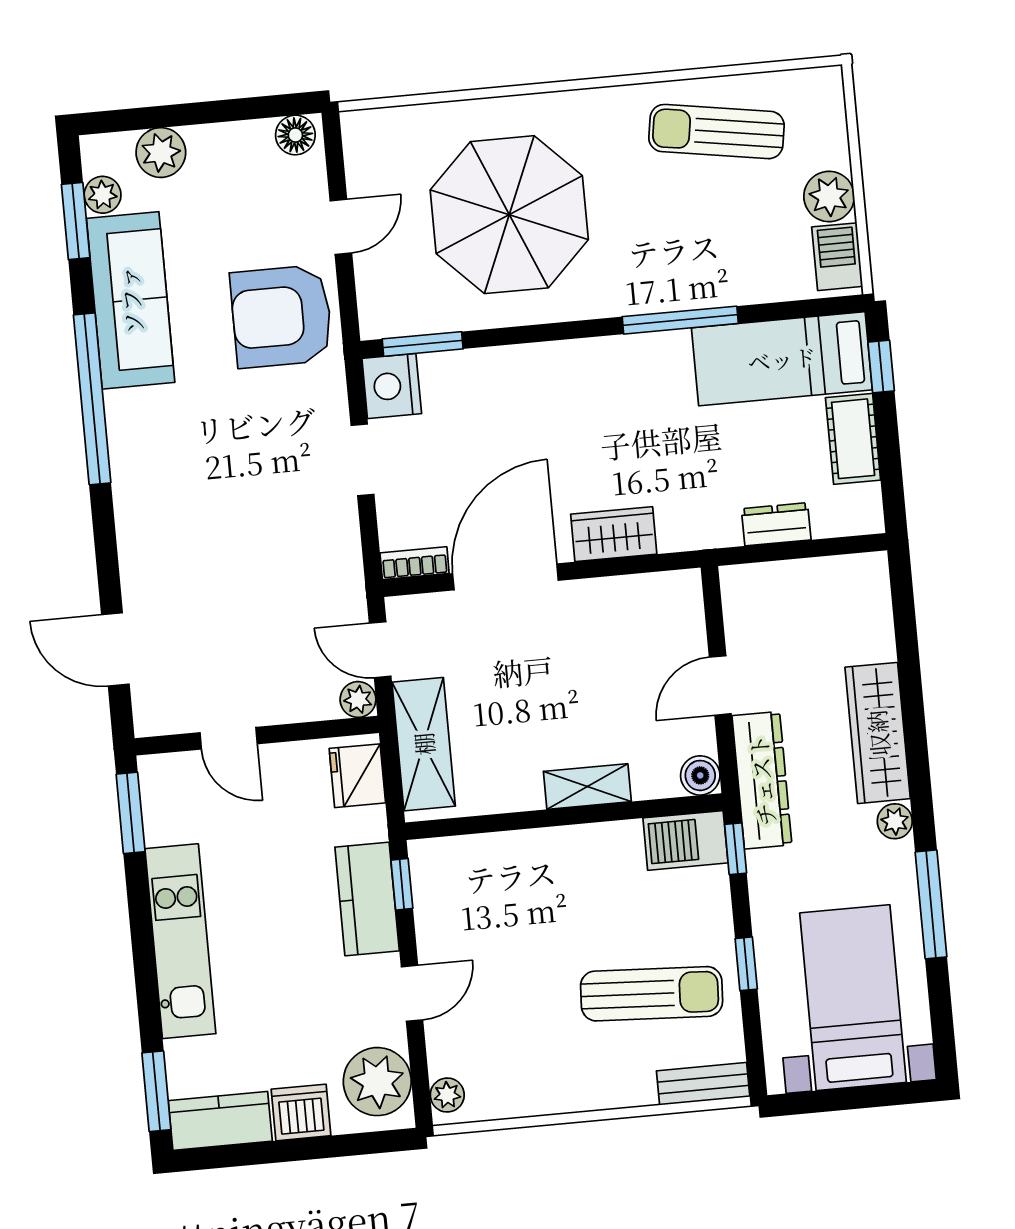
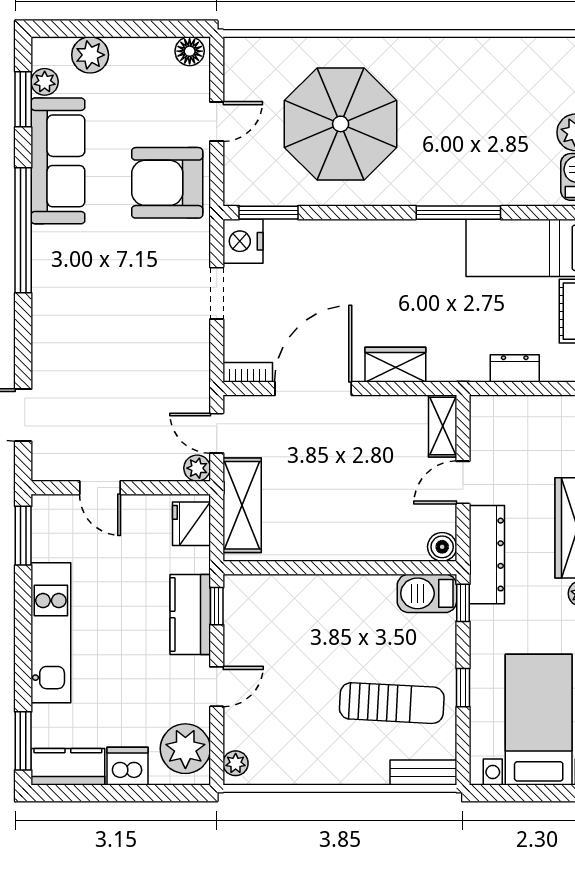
sun lounger: (716, 132) -> (498, 77), removed
shelving: (587, 786) -> (443, 426), moved, turned 90

